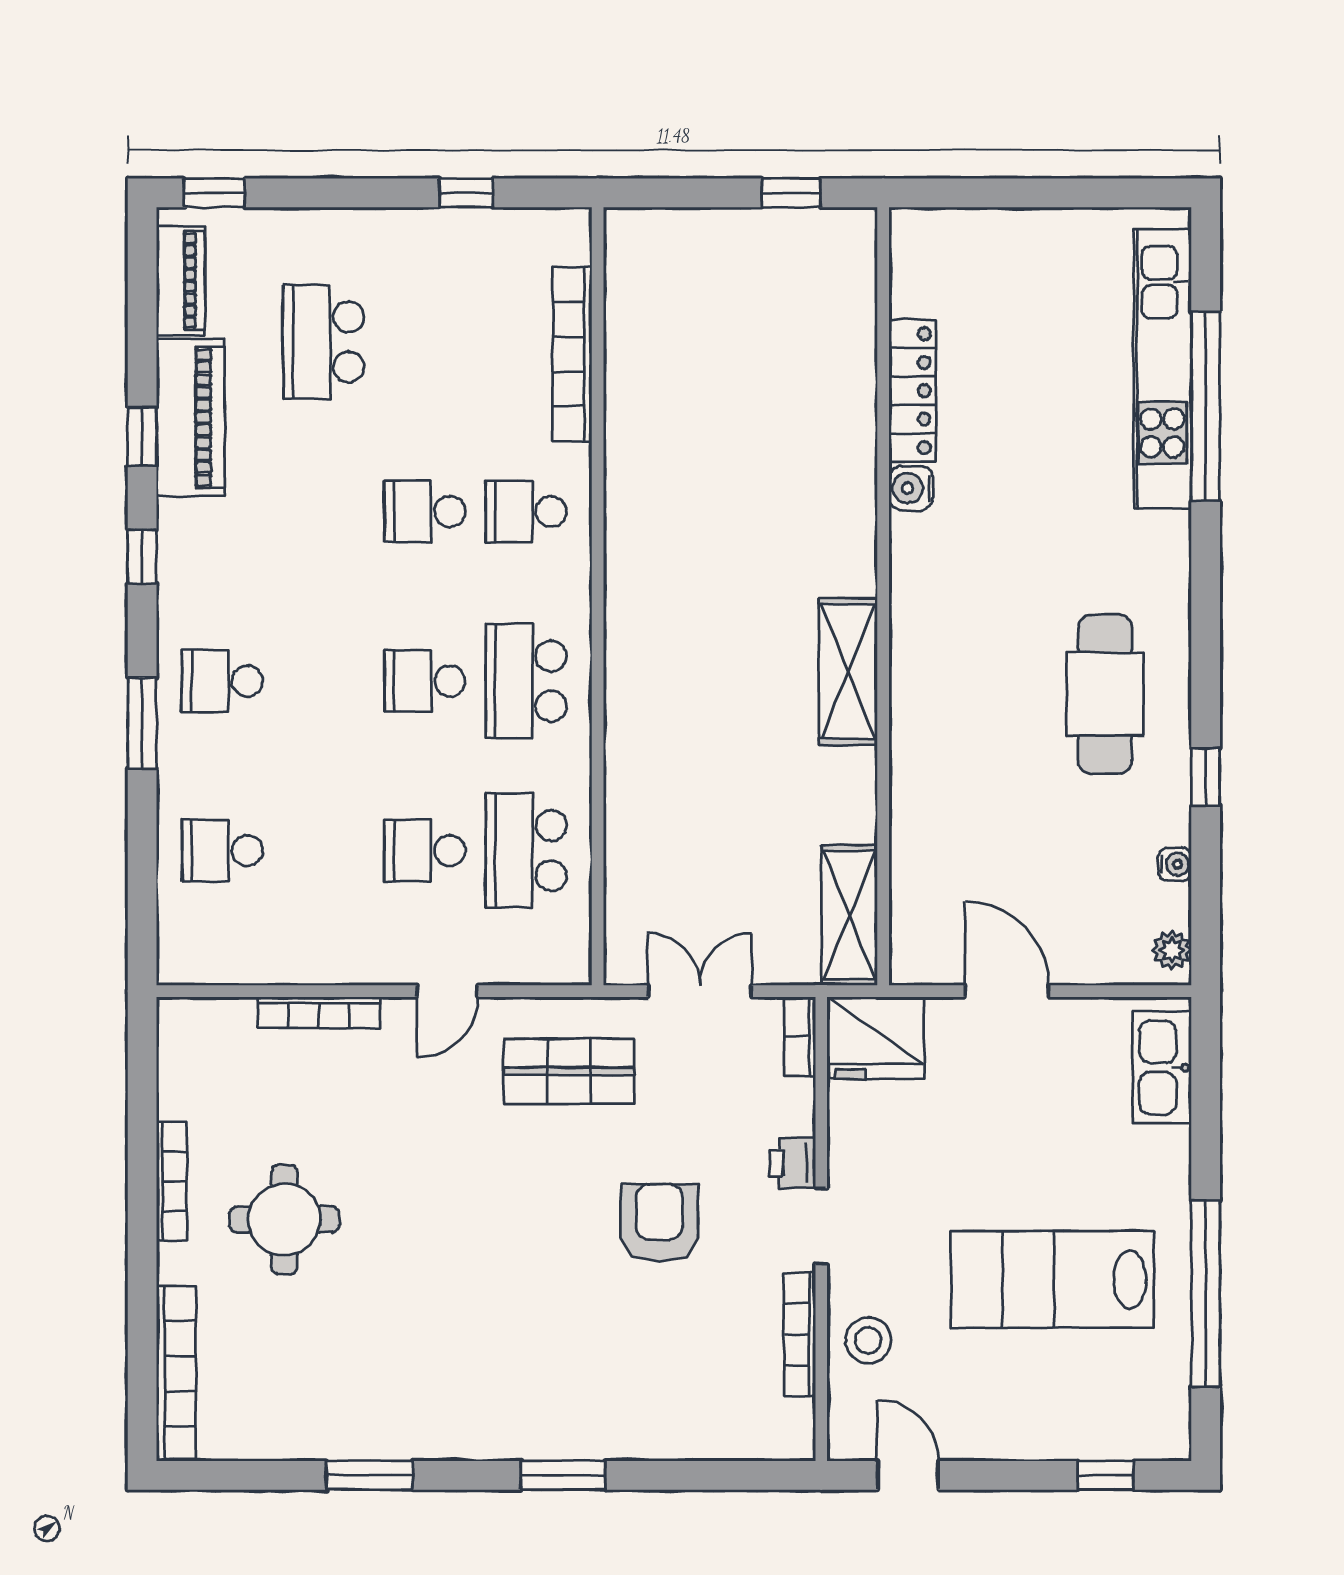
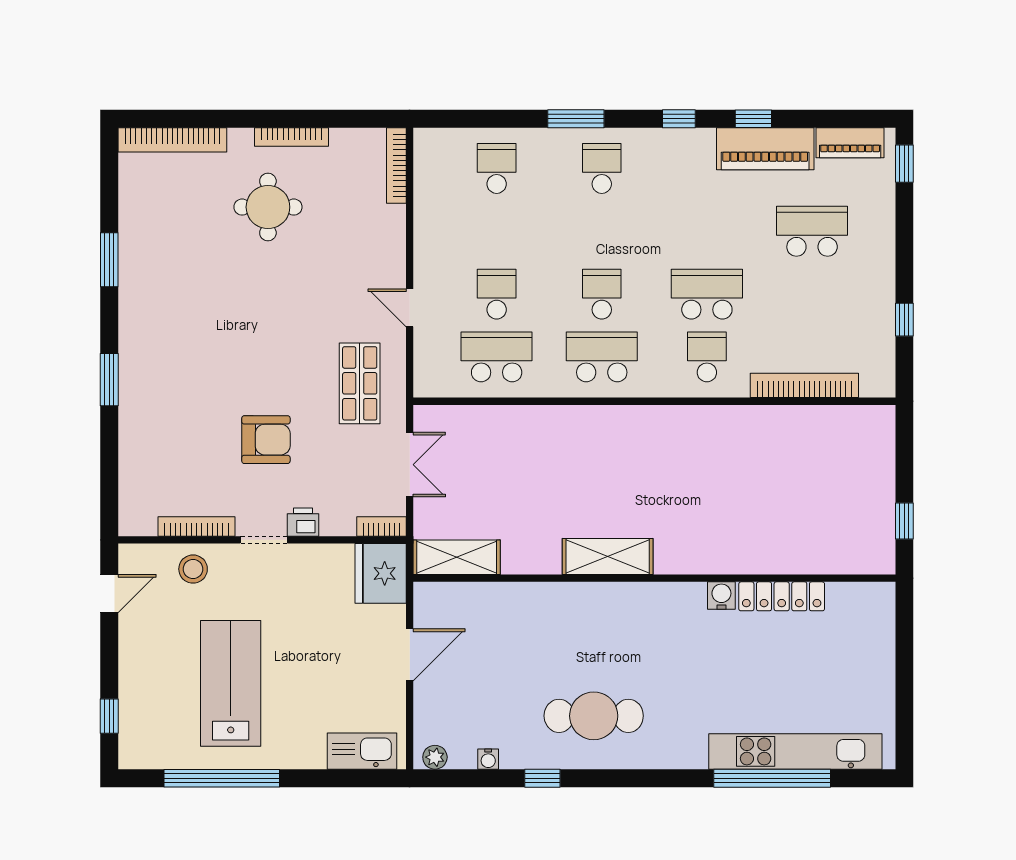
school desk: (425, 511) -> (707, 294), width x1.85
bookcase: (319, 1012) -> (396, 165), moved

